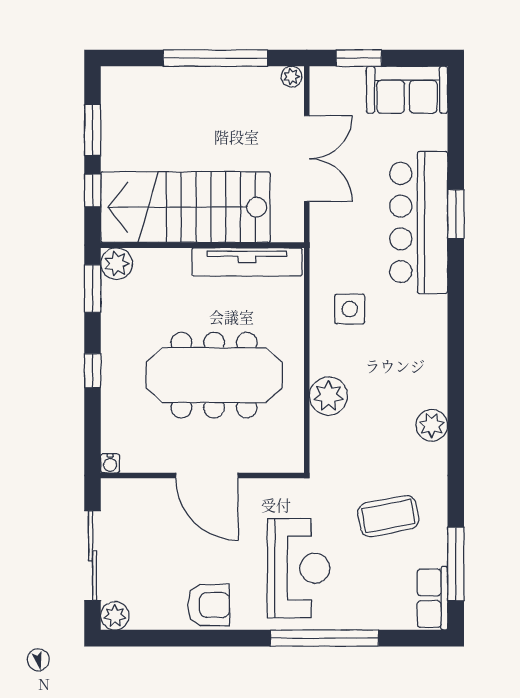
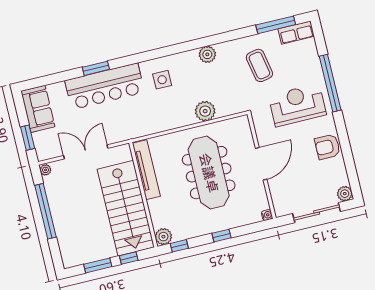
window: (93, 288) -> (179, 246), width x0.67
side table: (350, 309) -> (162, 80), moved
armchair: (209, 605) -> (327, 147), turned -90

